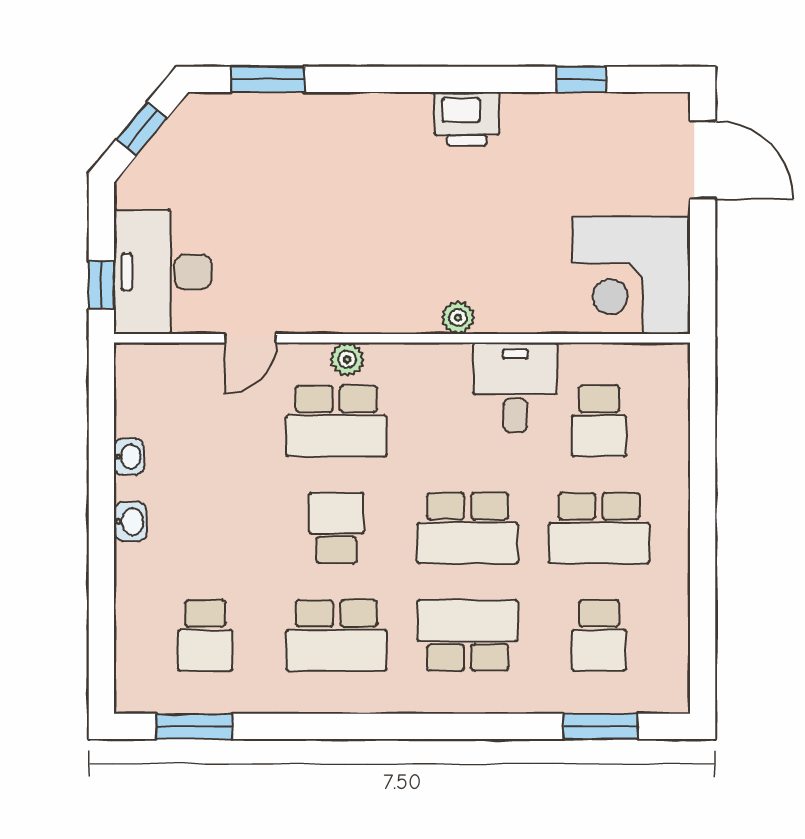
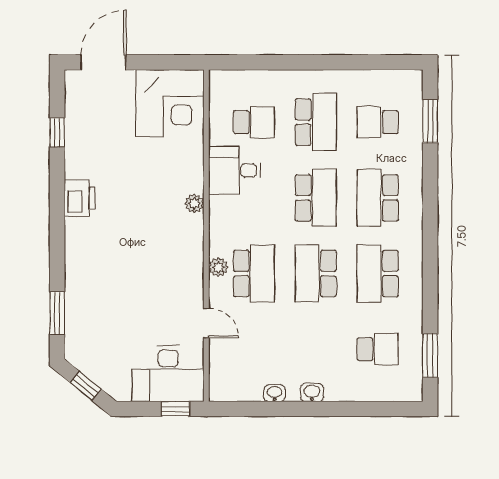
school desk: (336, 528) -> (316, 274), width x1.85
school desk: (336, 635) -> (378, 274), turned 180
school desk: (599, 635) -> (378, 122), turned 180

